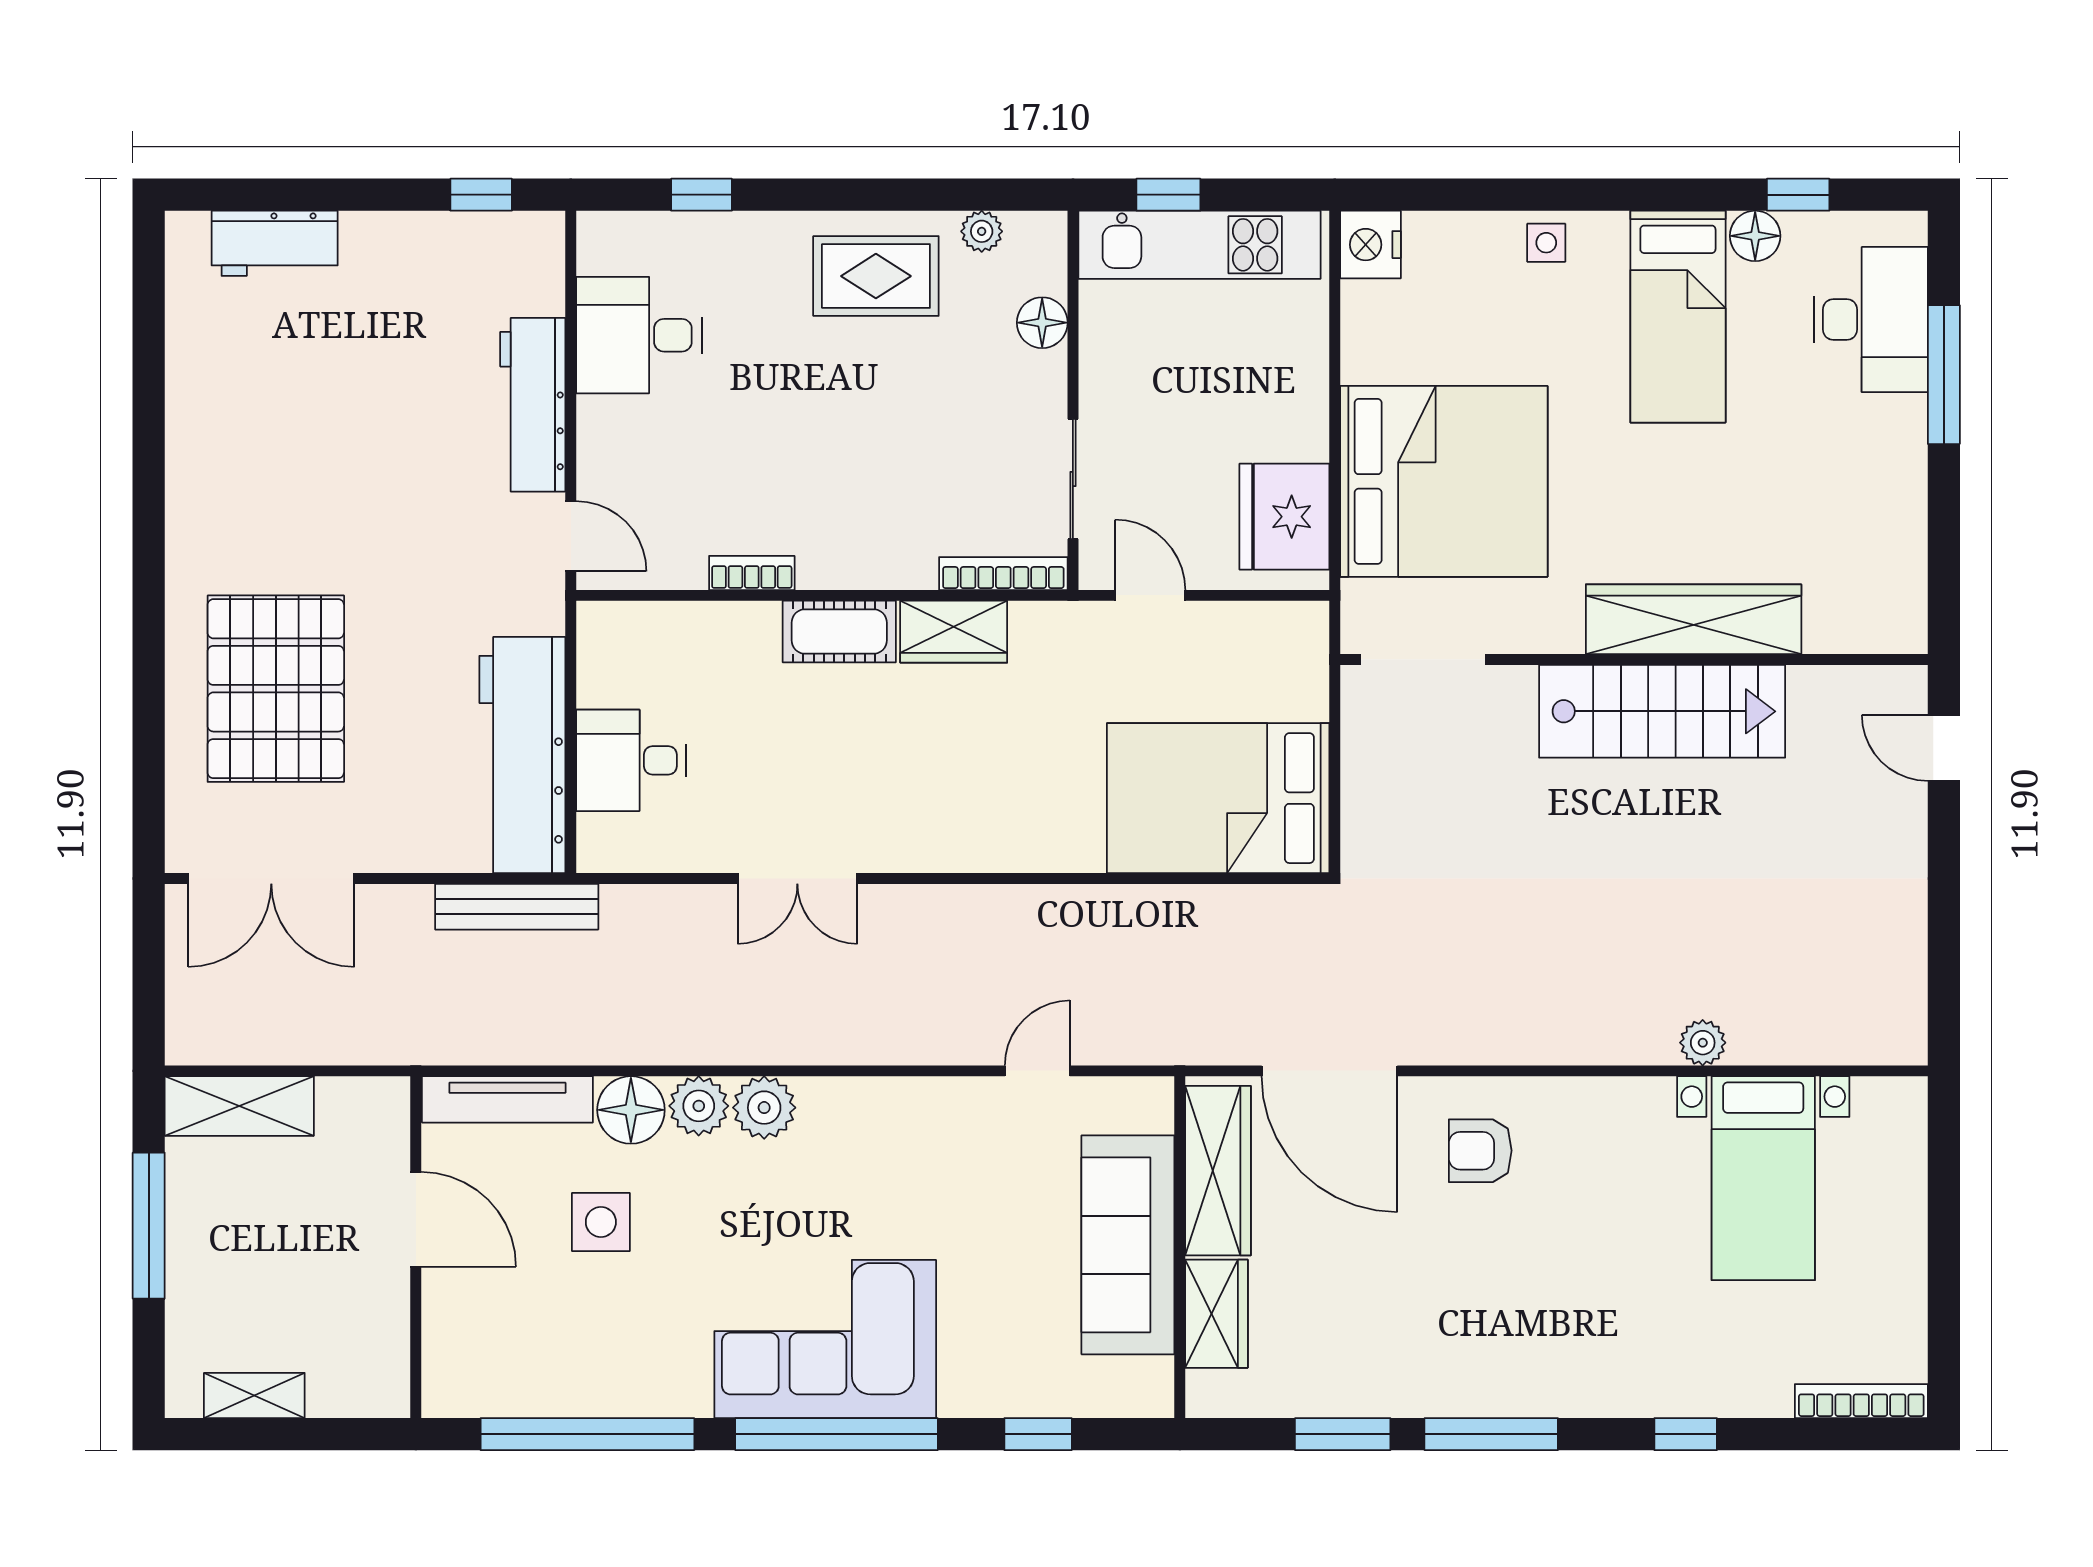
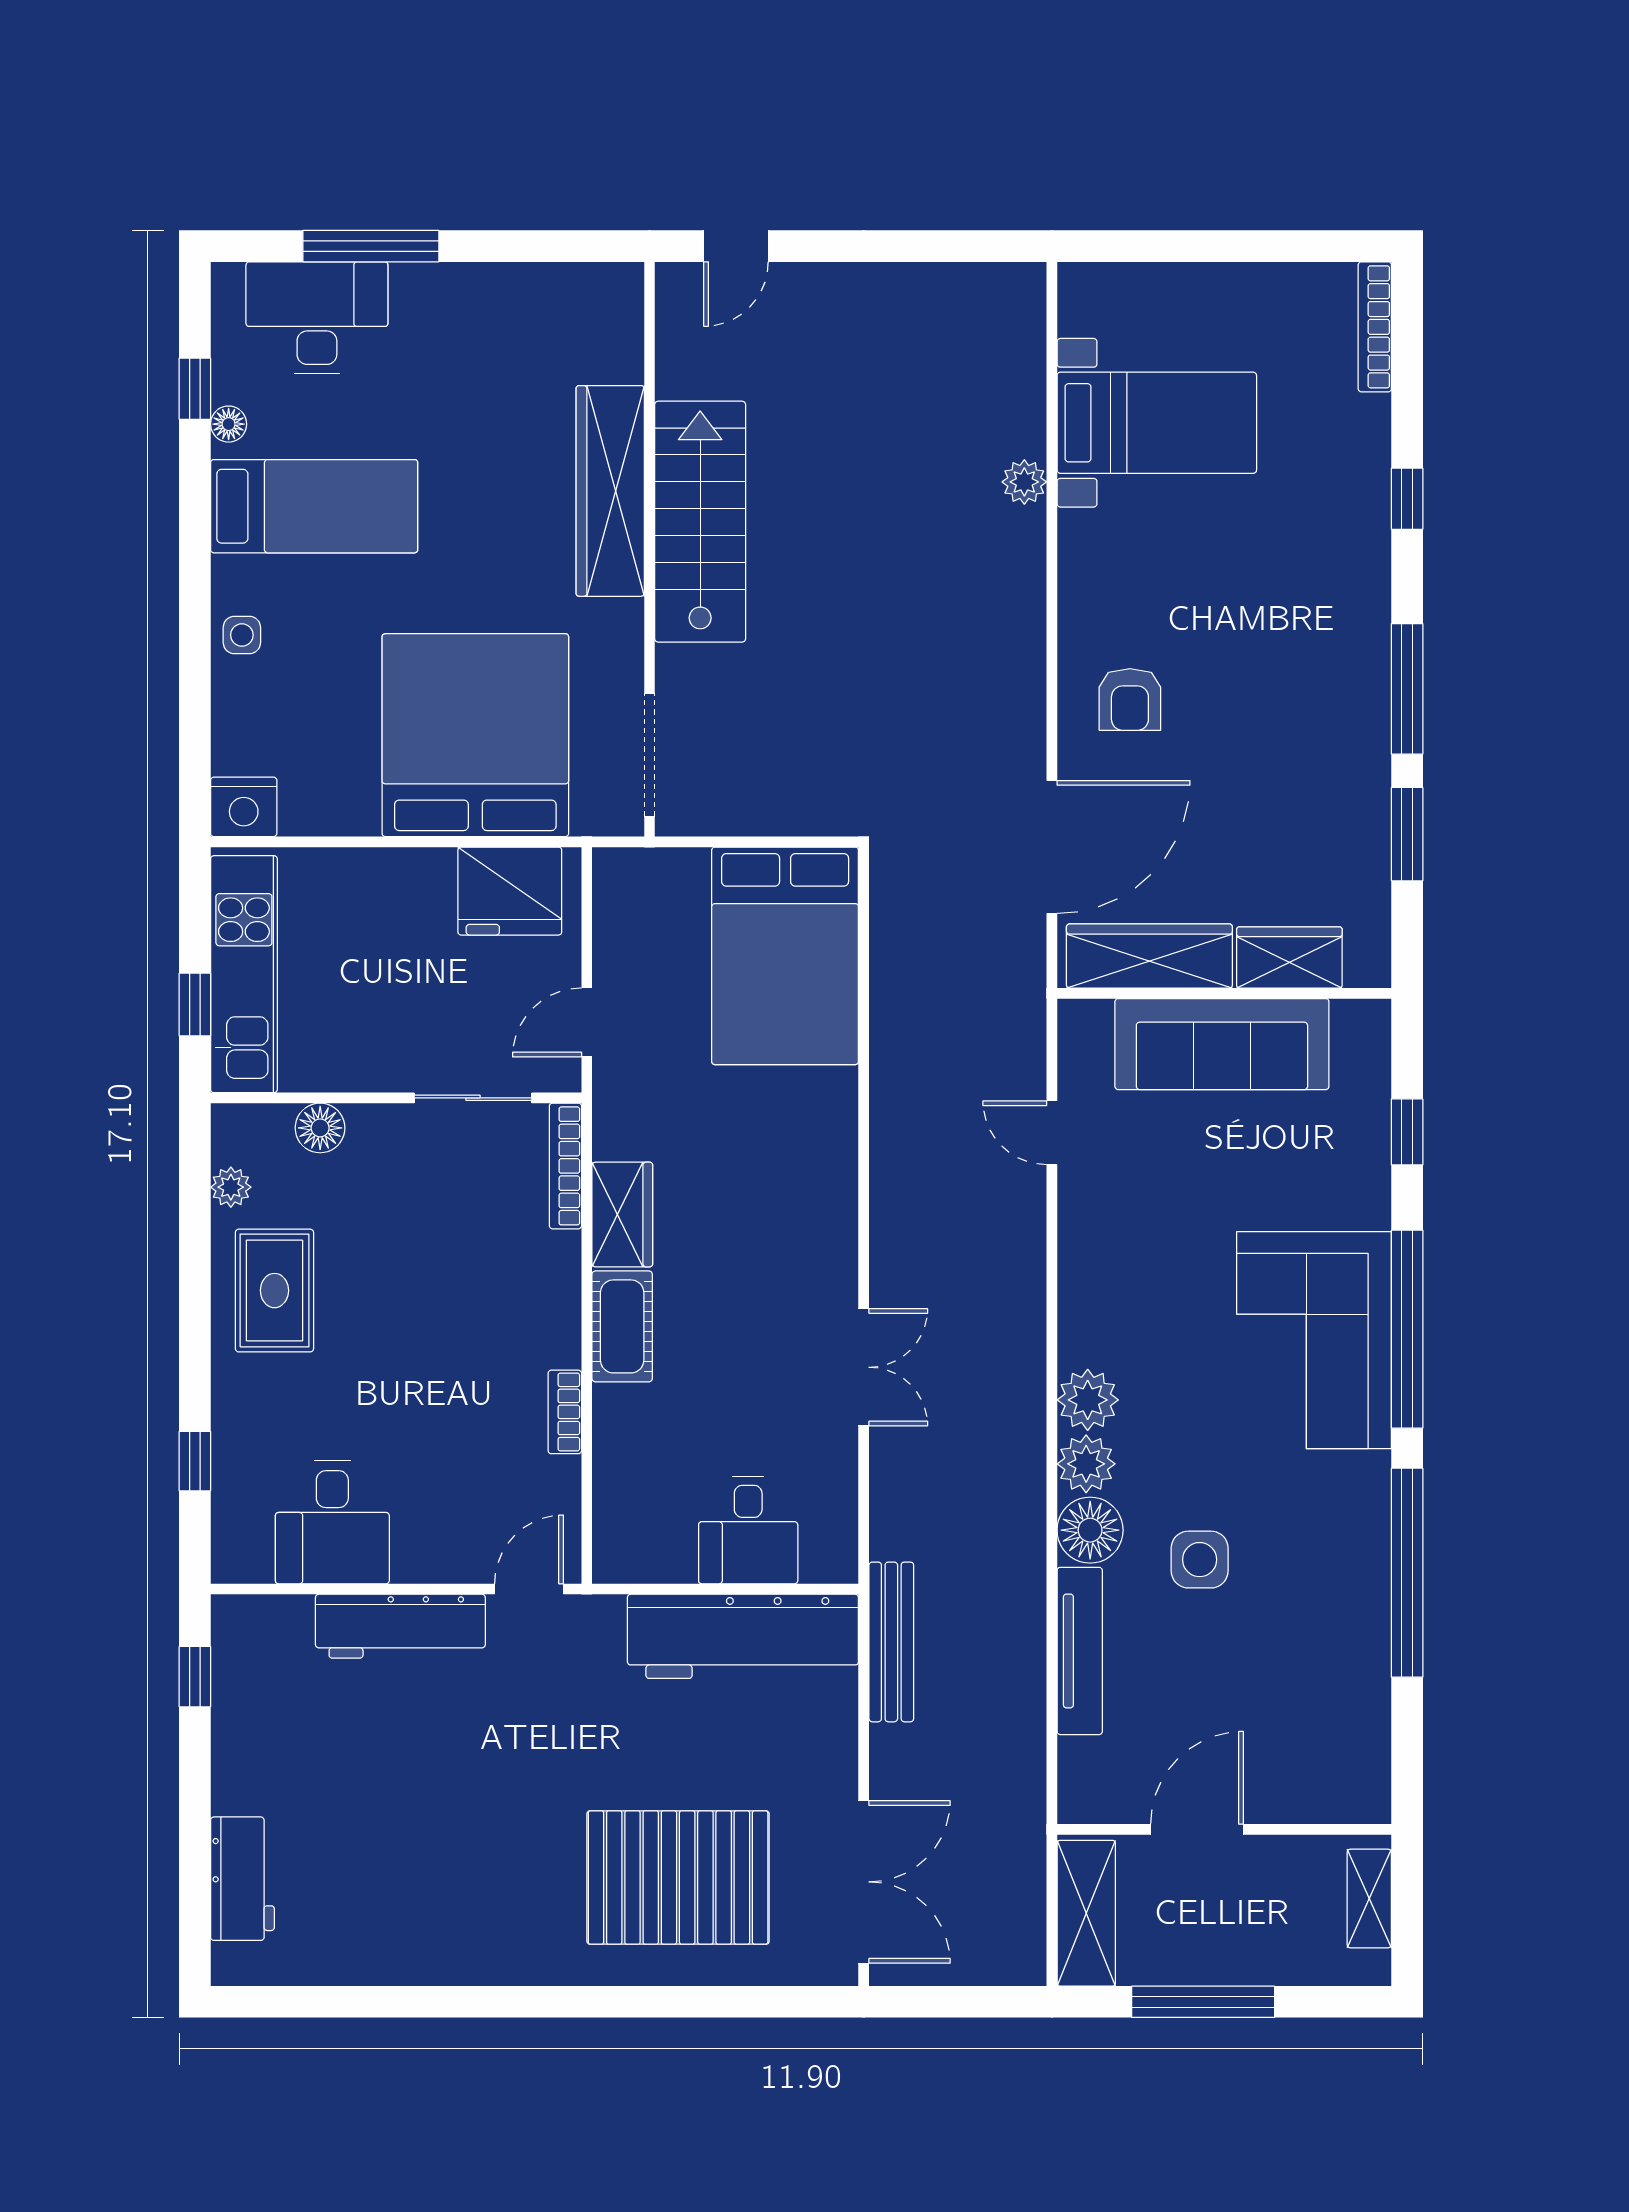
floor lamp: (1755, 236) -> (229, 424), width x0.73, depth x0.73
door: (416, 1219) -> (1197, 1829), moved
wall: (416, 1247) -> (1224, 1829), moved

